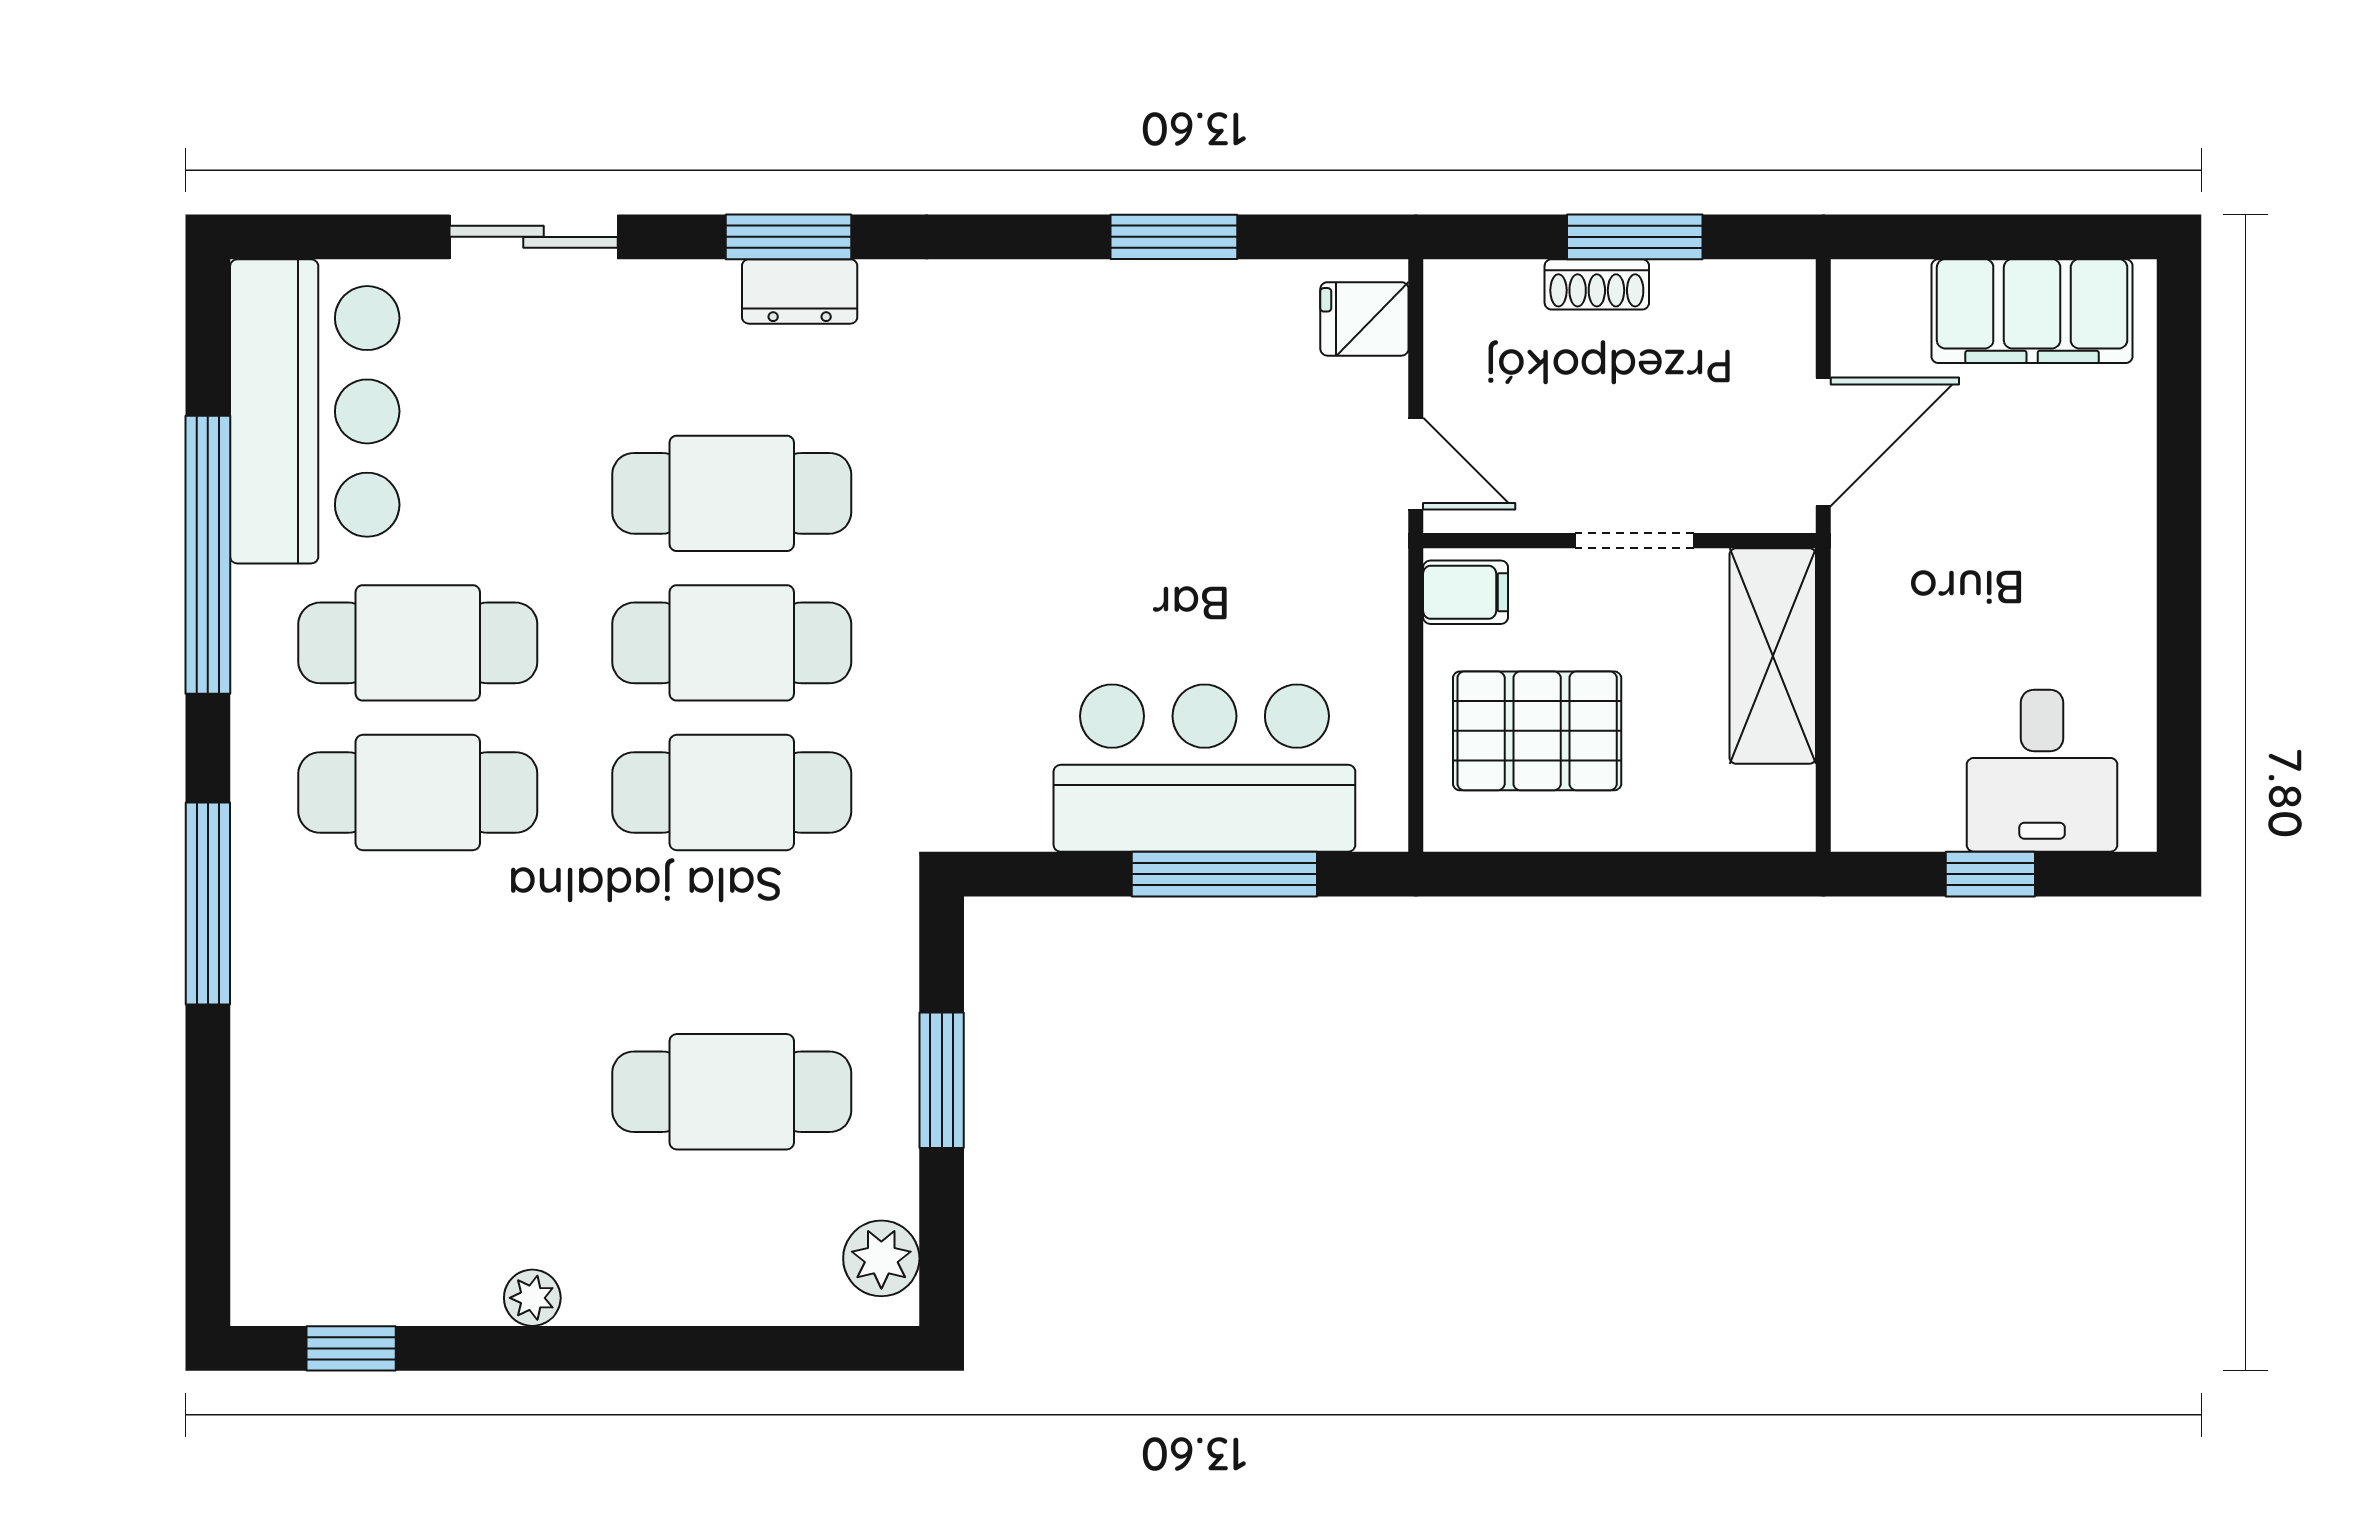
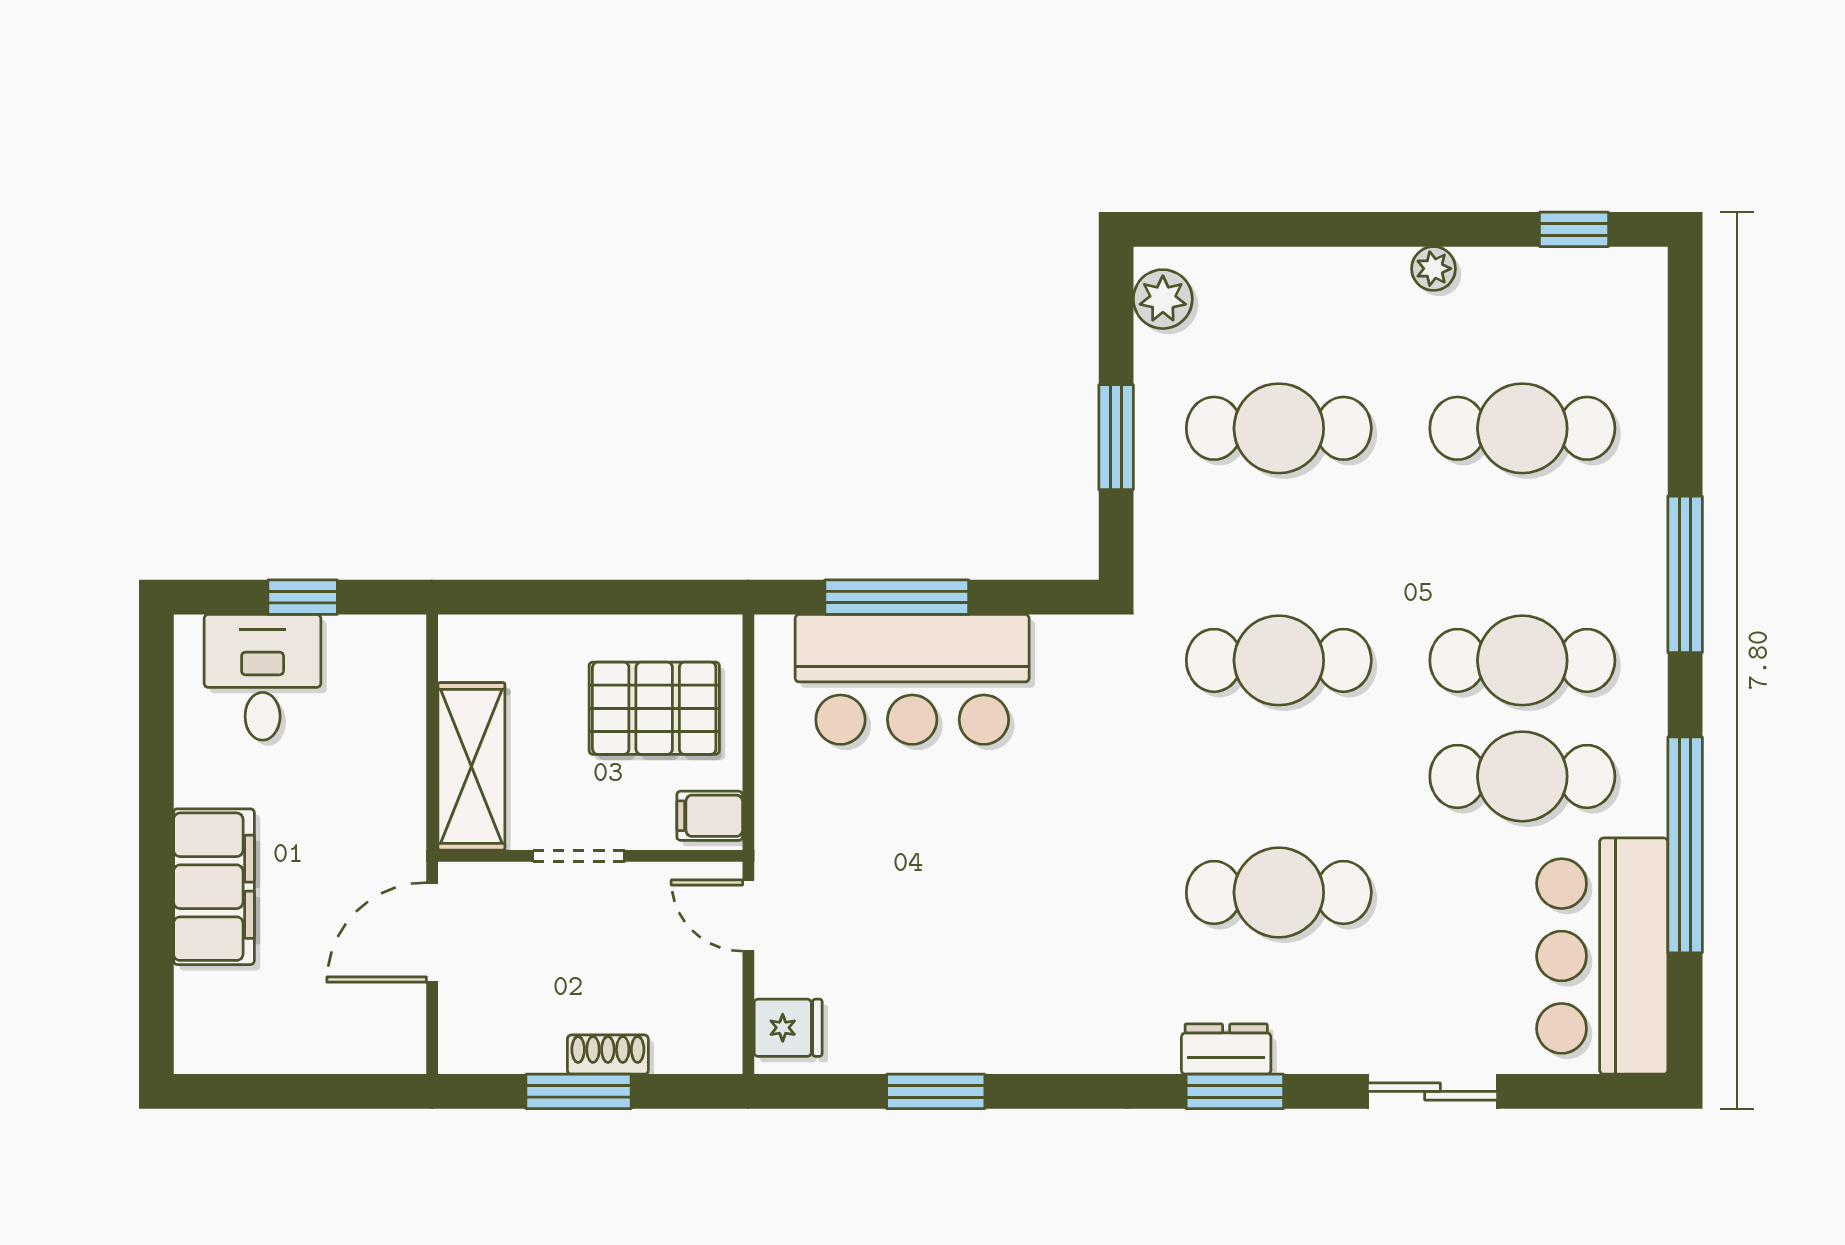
filing cabinet: (2032, 311) -> (214, 887), moved, turned 90
cafe table: (732, 643) -> (1522, 428), moved

